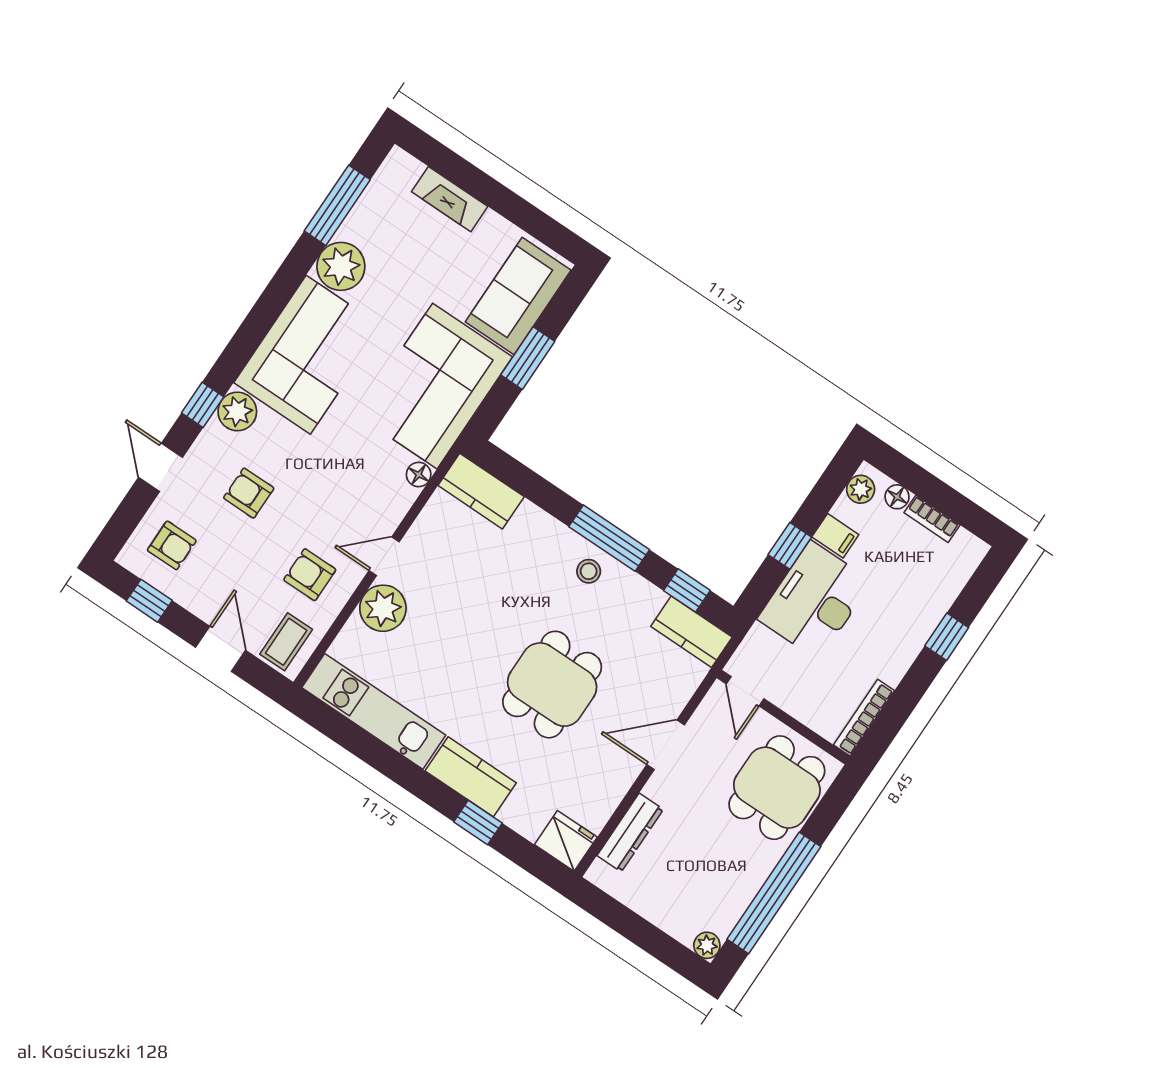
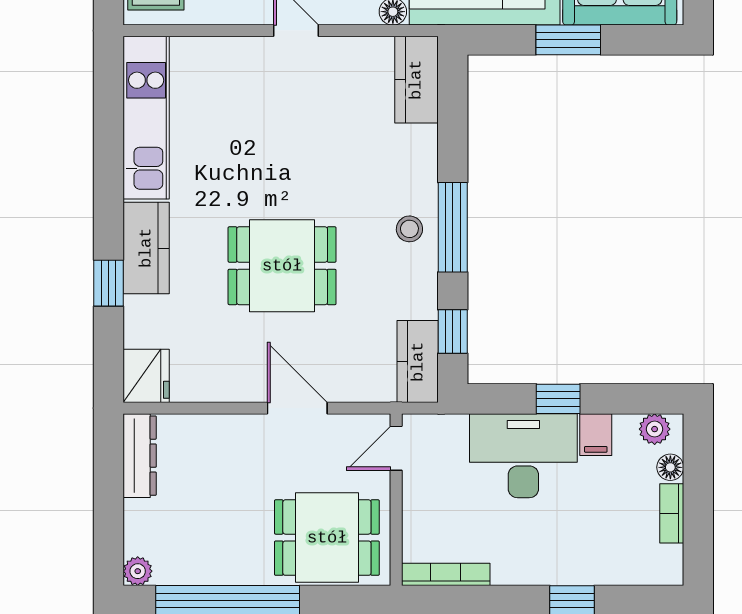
plant: (383, 608) -> (247, 62), removed
dresser: (630, 832) -> (140, 456), moved, turned -90

